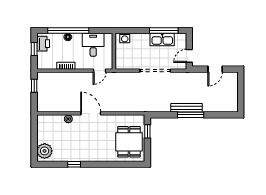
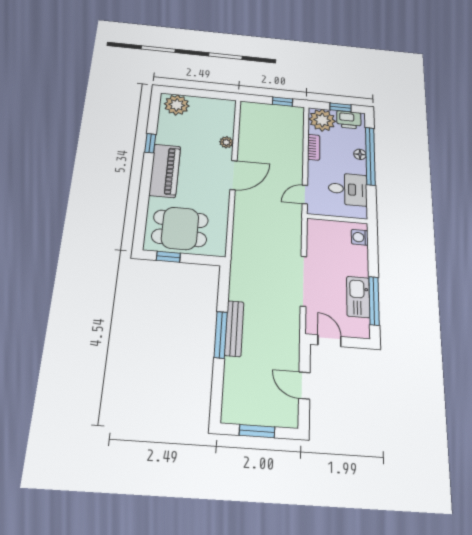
plant: (45, 60) -> (322, 120), added
door: (100, 71) -> (305, 195), hinge flipped
window: (241, 93) -> (257, 431), added
window: (147, 131) -> (168, 257), moved
piano: (92, 154) -> (165, 171), added

